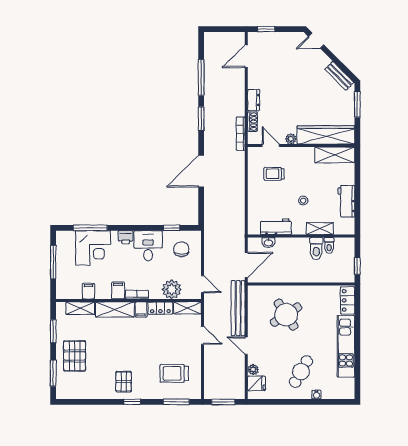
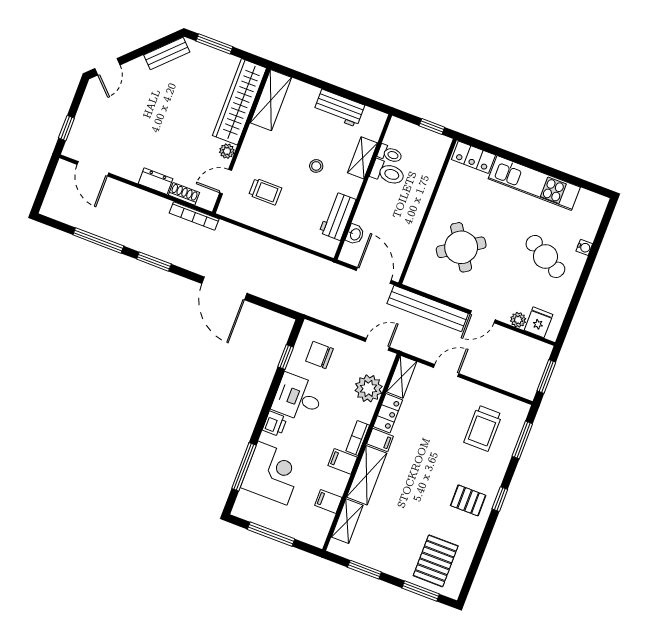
trolley: (274, 174) -> (265, 192), turned -90
pallet: (75, 356) -> (436, 561), moved, turned 90

